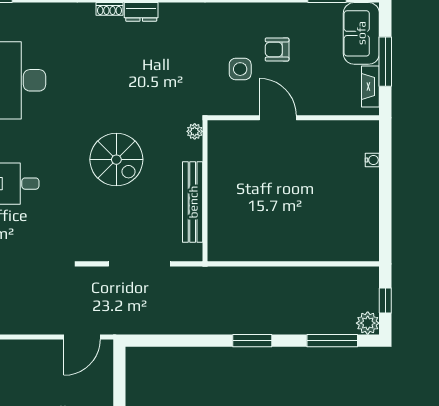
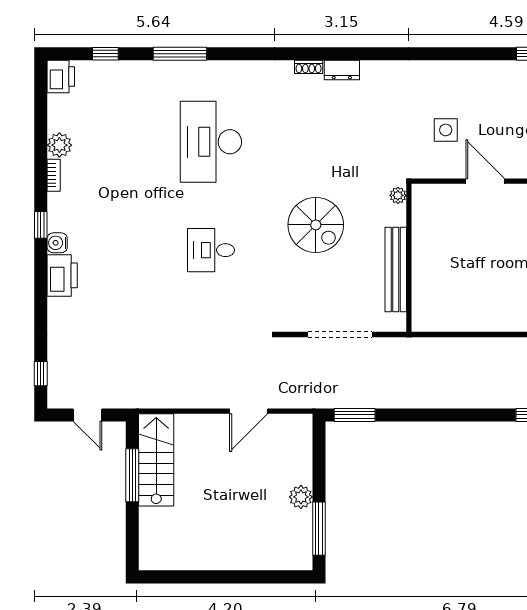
armchair: (277, 49) -> (484, 109), removed
door: (82, 337) -> (249, 411), moved
window: (252, 341) -> (355, 415), moved

